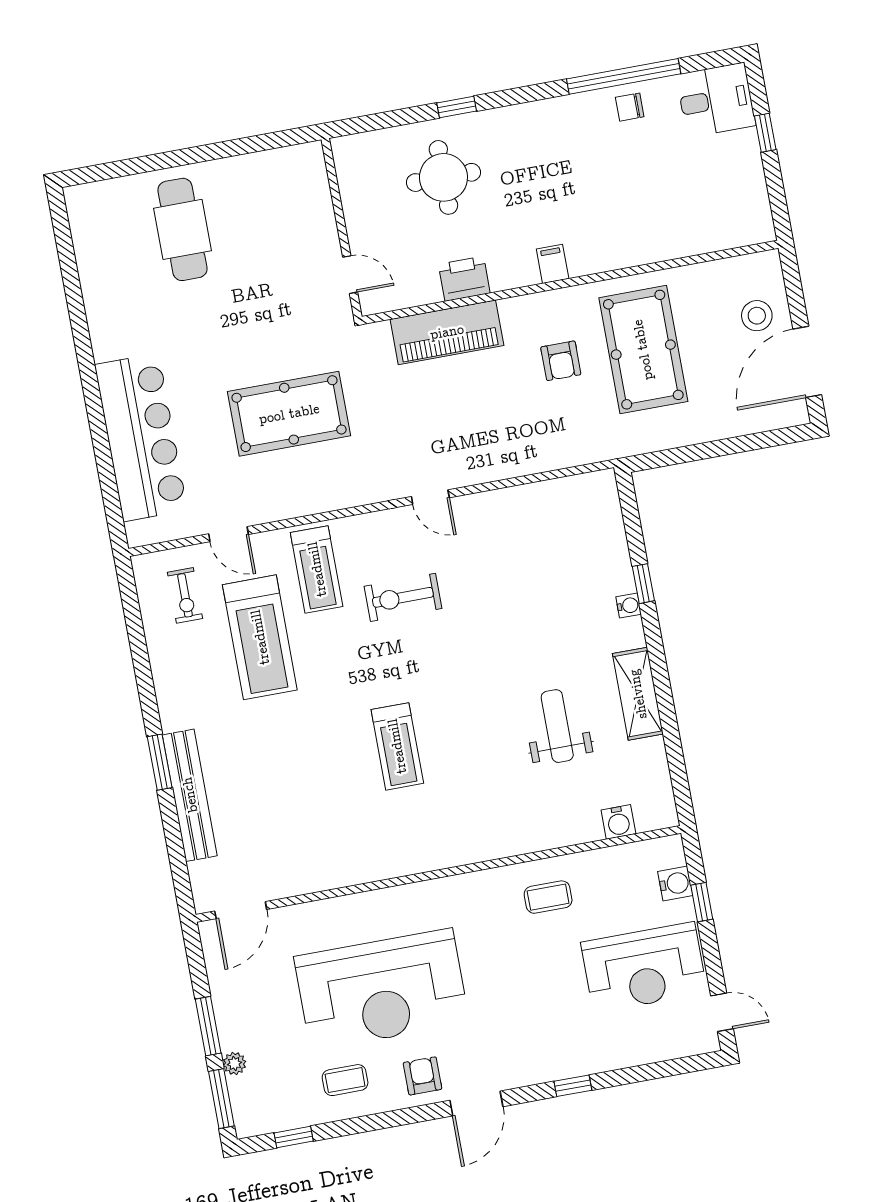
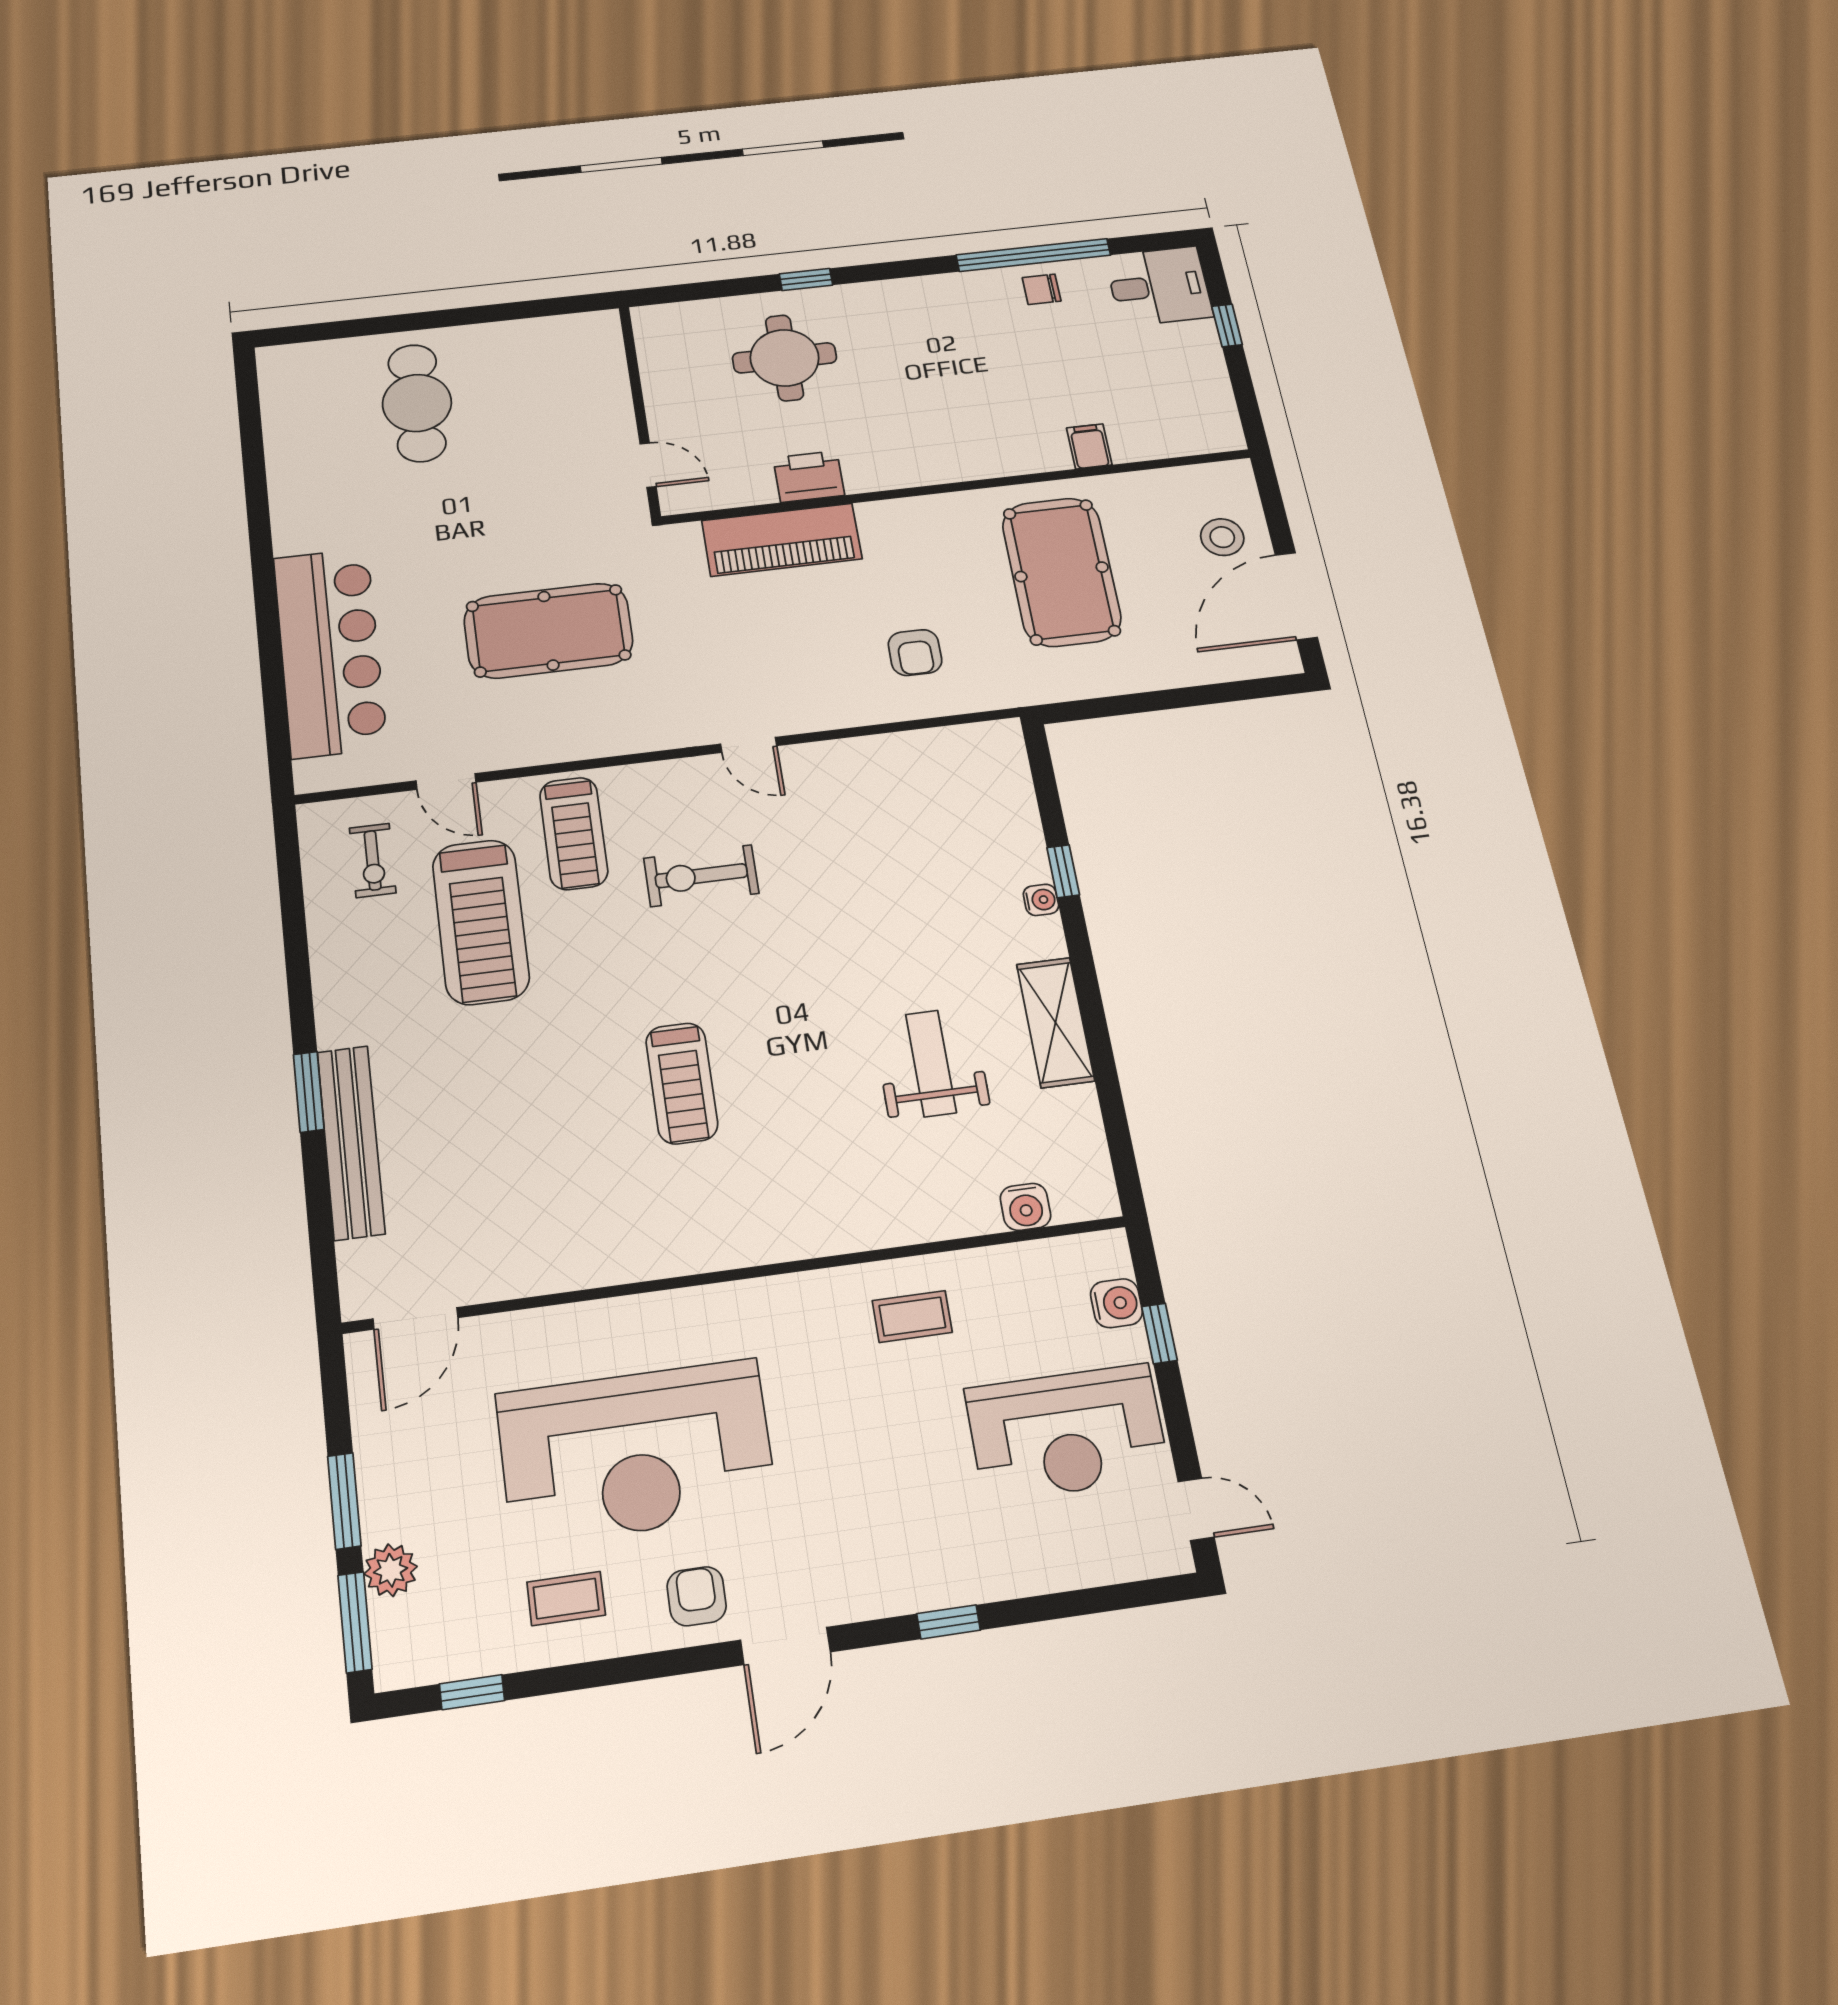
filing cabinet: (553, 264) -> (1089, 446), moved
armchair: (561, 361) -> (915, 653), moved
plant: (234, 1063) -> (391, 1570), width x1.38, depth x1.38

